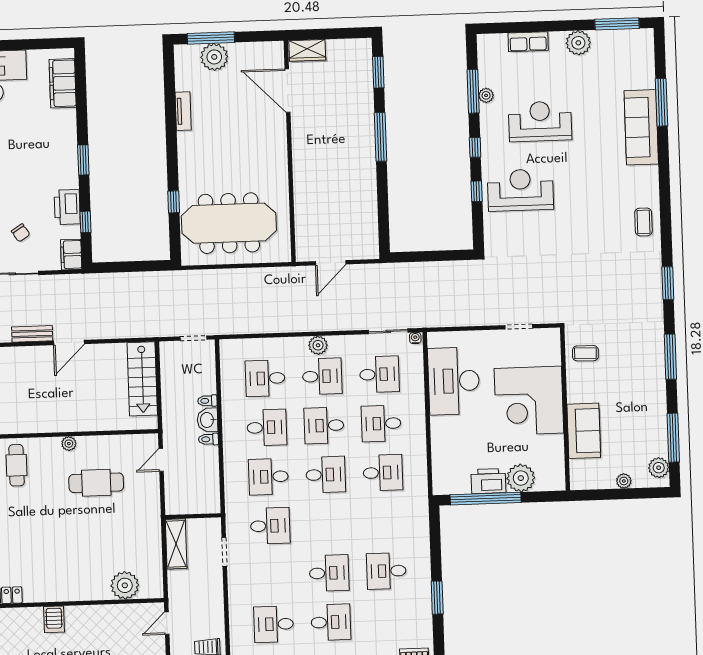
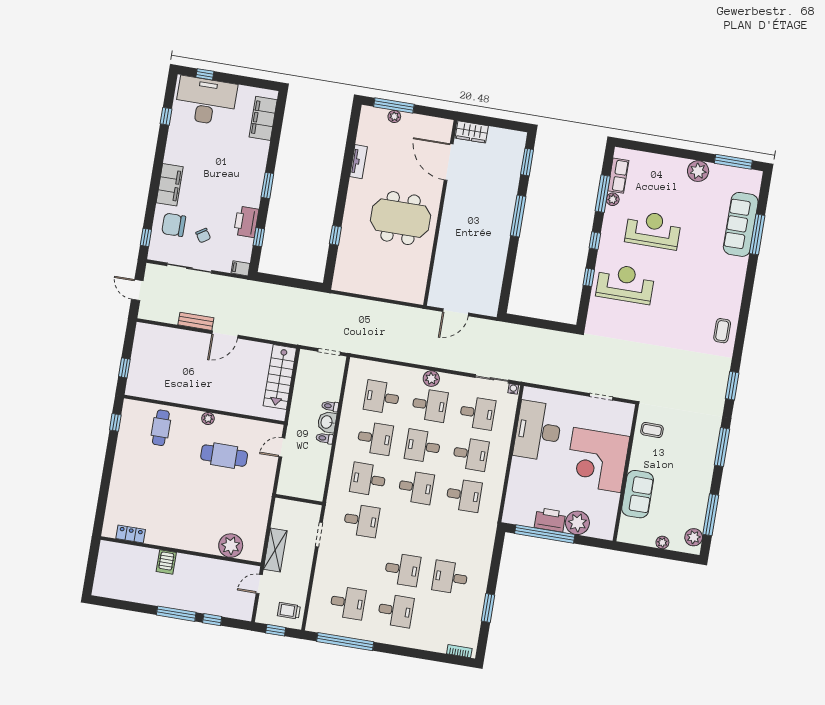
row of seats: (528, 42) -> (618, 176), moved, turned -90
plant: (214, 57) -> (394, 116), width x0.53, depth x0.53
sofa: (641, 127) -> (741, 224), moved
meeting table: (229, 223) -> (401, 218), moved, width x0.73
filing cabinet: (71, 255) -> (240, 268), width x0.50
desk: (381, 423) -> (471, 454), turned 180
shelving: (176, 544) -> (275, 550), moved
desk: (274, 624) -> (348, 603), turned 180

